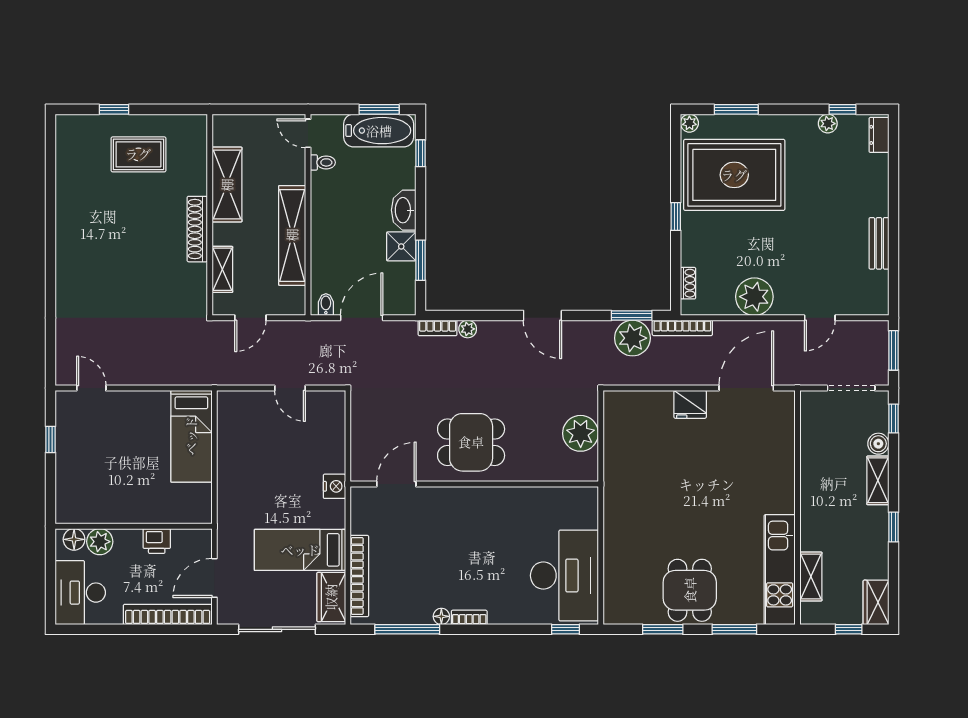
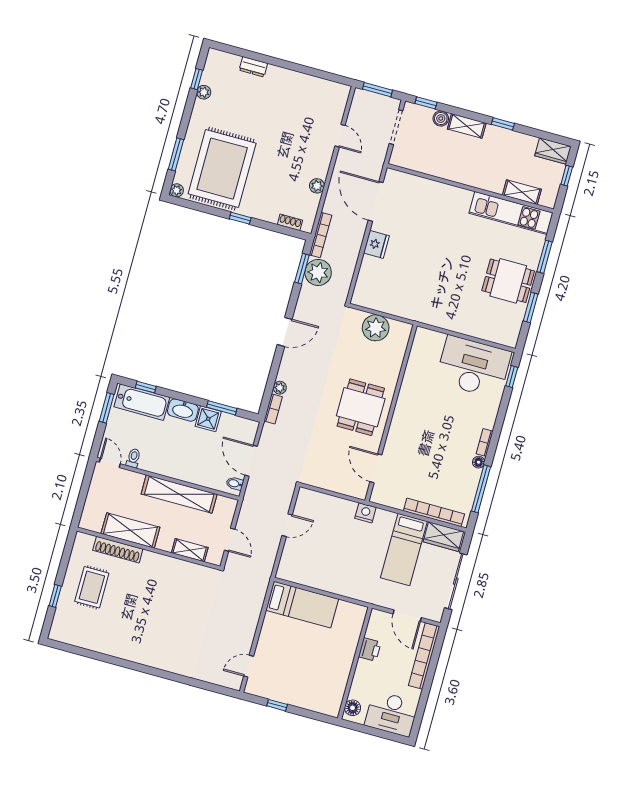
bathtub: (379, 131) -> (142, 402), moved, turned 90
door: (308, 133) -> (110, 463), swing flipped
dresser: (879, 135) -> (253, 67), moved
shoe rack: (197, 229) -> (118, 550), moved
bench: (879, 243) -> (299, 79), removed
plant: (754, 297) -> (317, 186), width x0.53, depth x0.53
plant: (100, 542) -> (359, 690), removed

